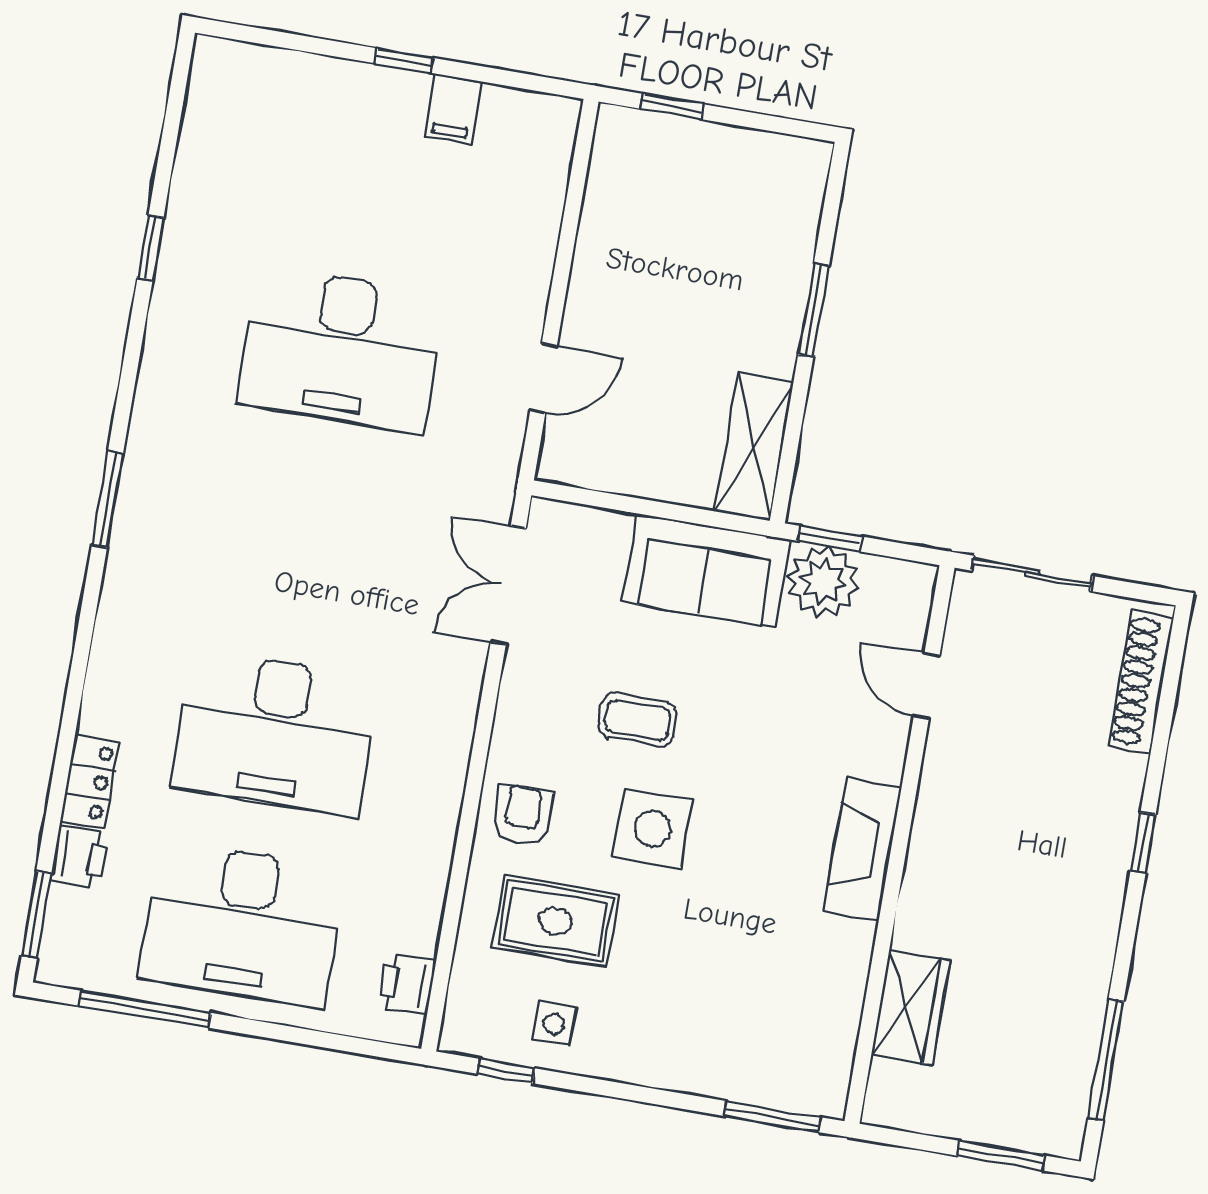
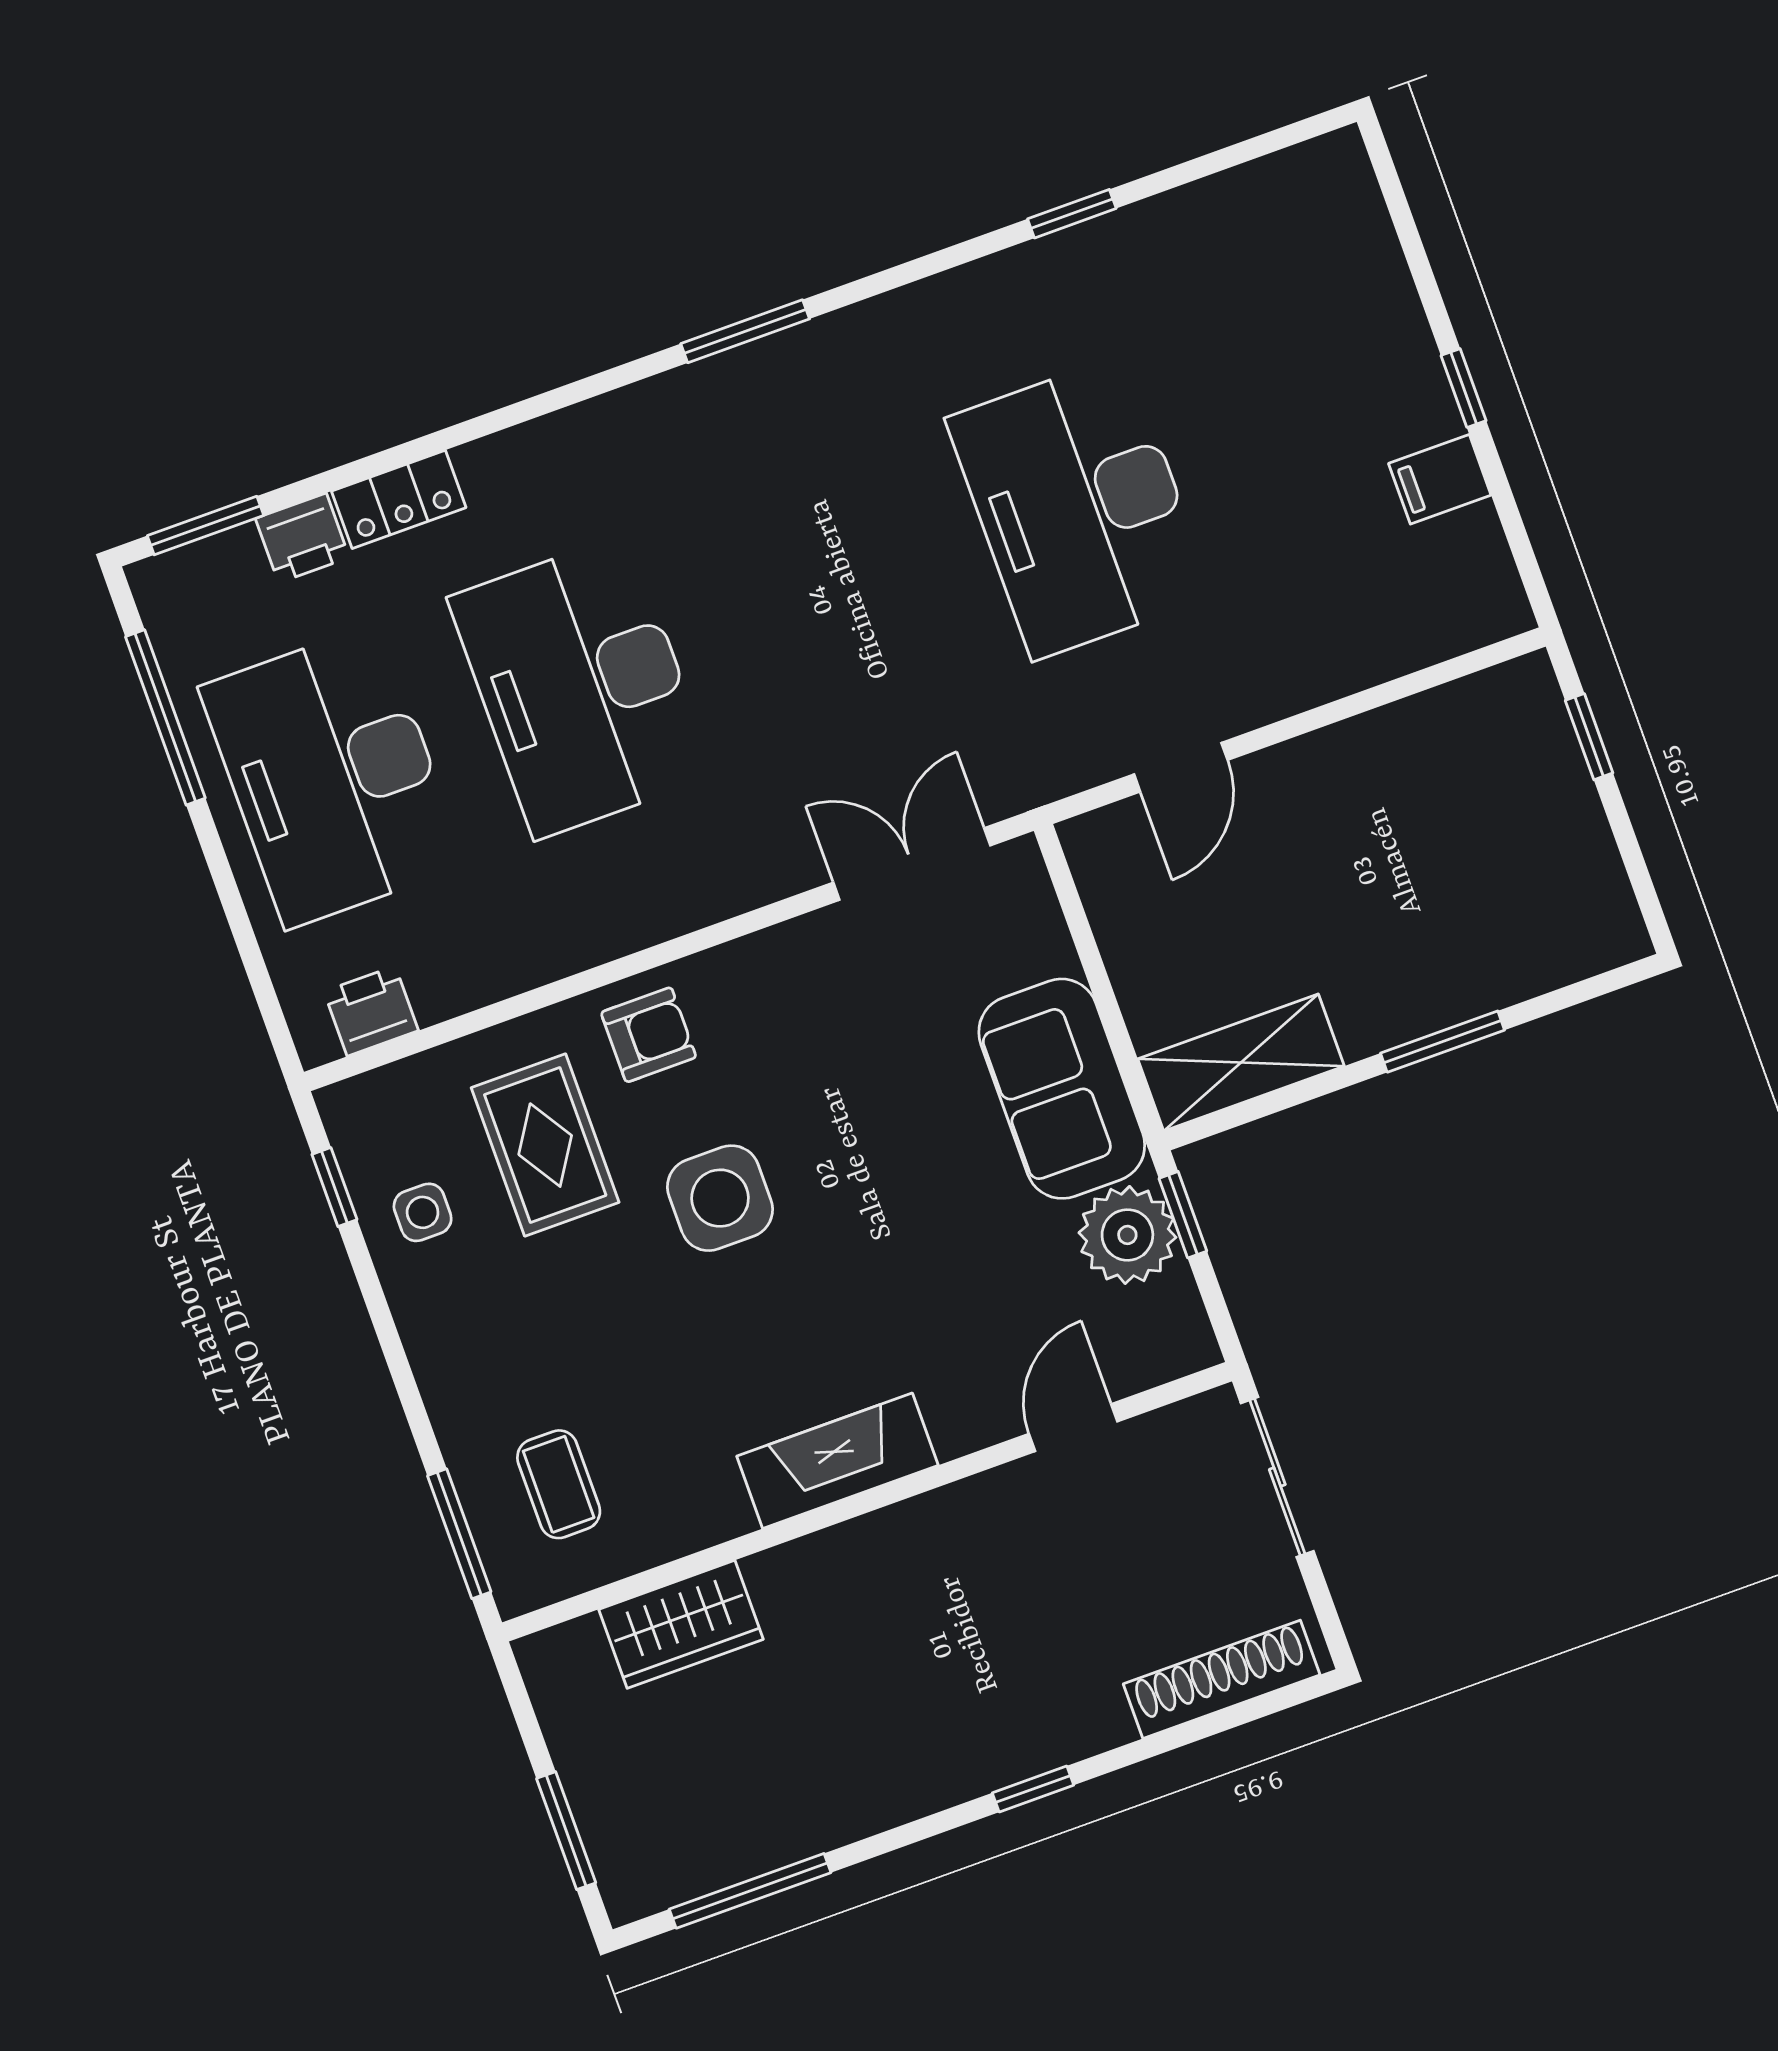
door: (544, 378) -> (1181, 767), hinge flipped
coffee table: (638, 720) -> (559, 1484), moved

